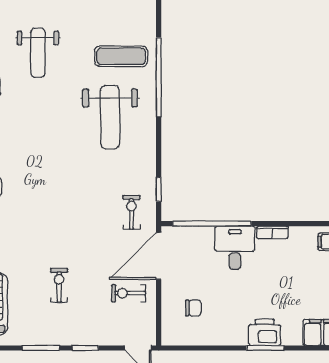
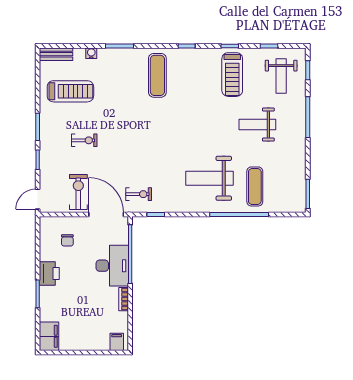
desk: (235, 248) -> (112, 266), width x1.37
exercise bike: (128, 293) -> (78, 192), width x1.38, depth x1.39
printer: (265, 332) -> (49, 274), moved

